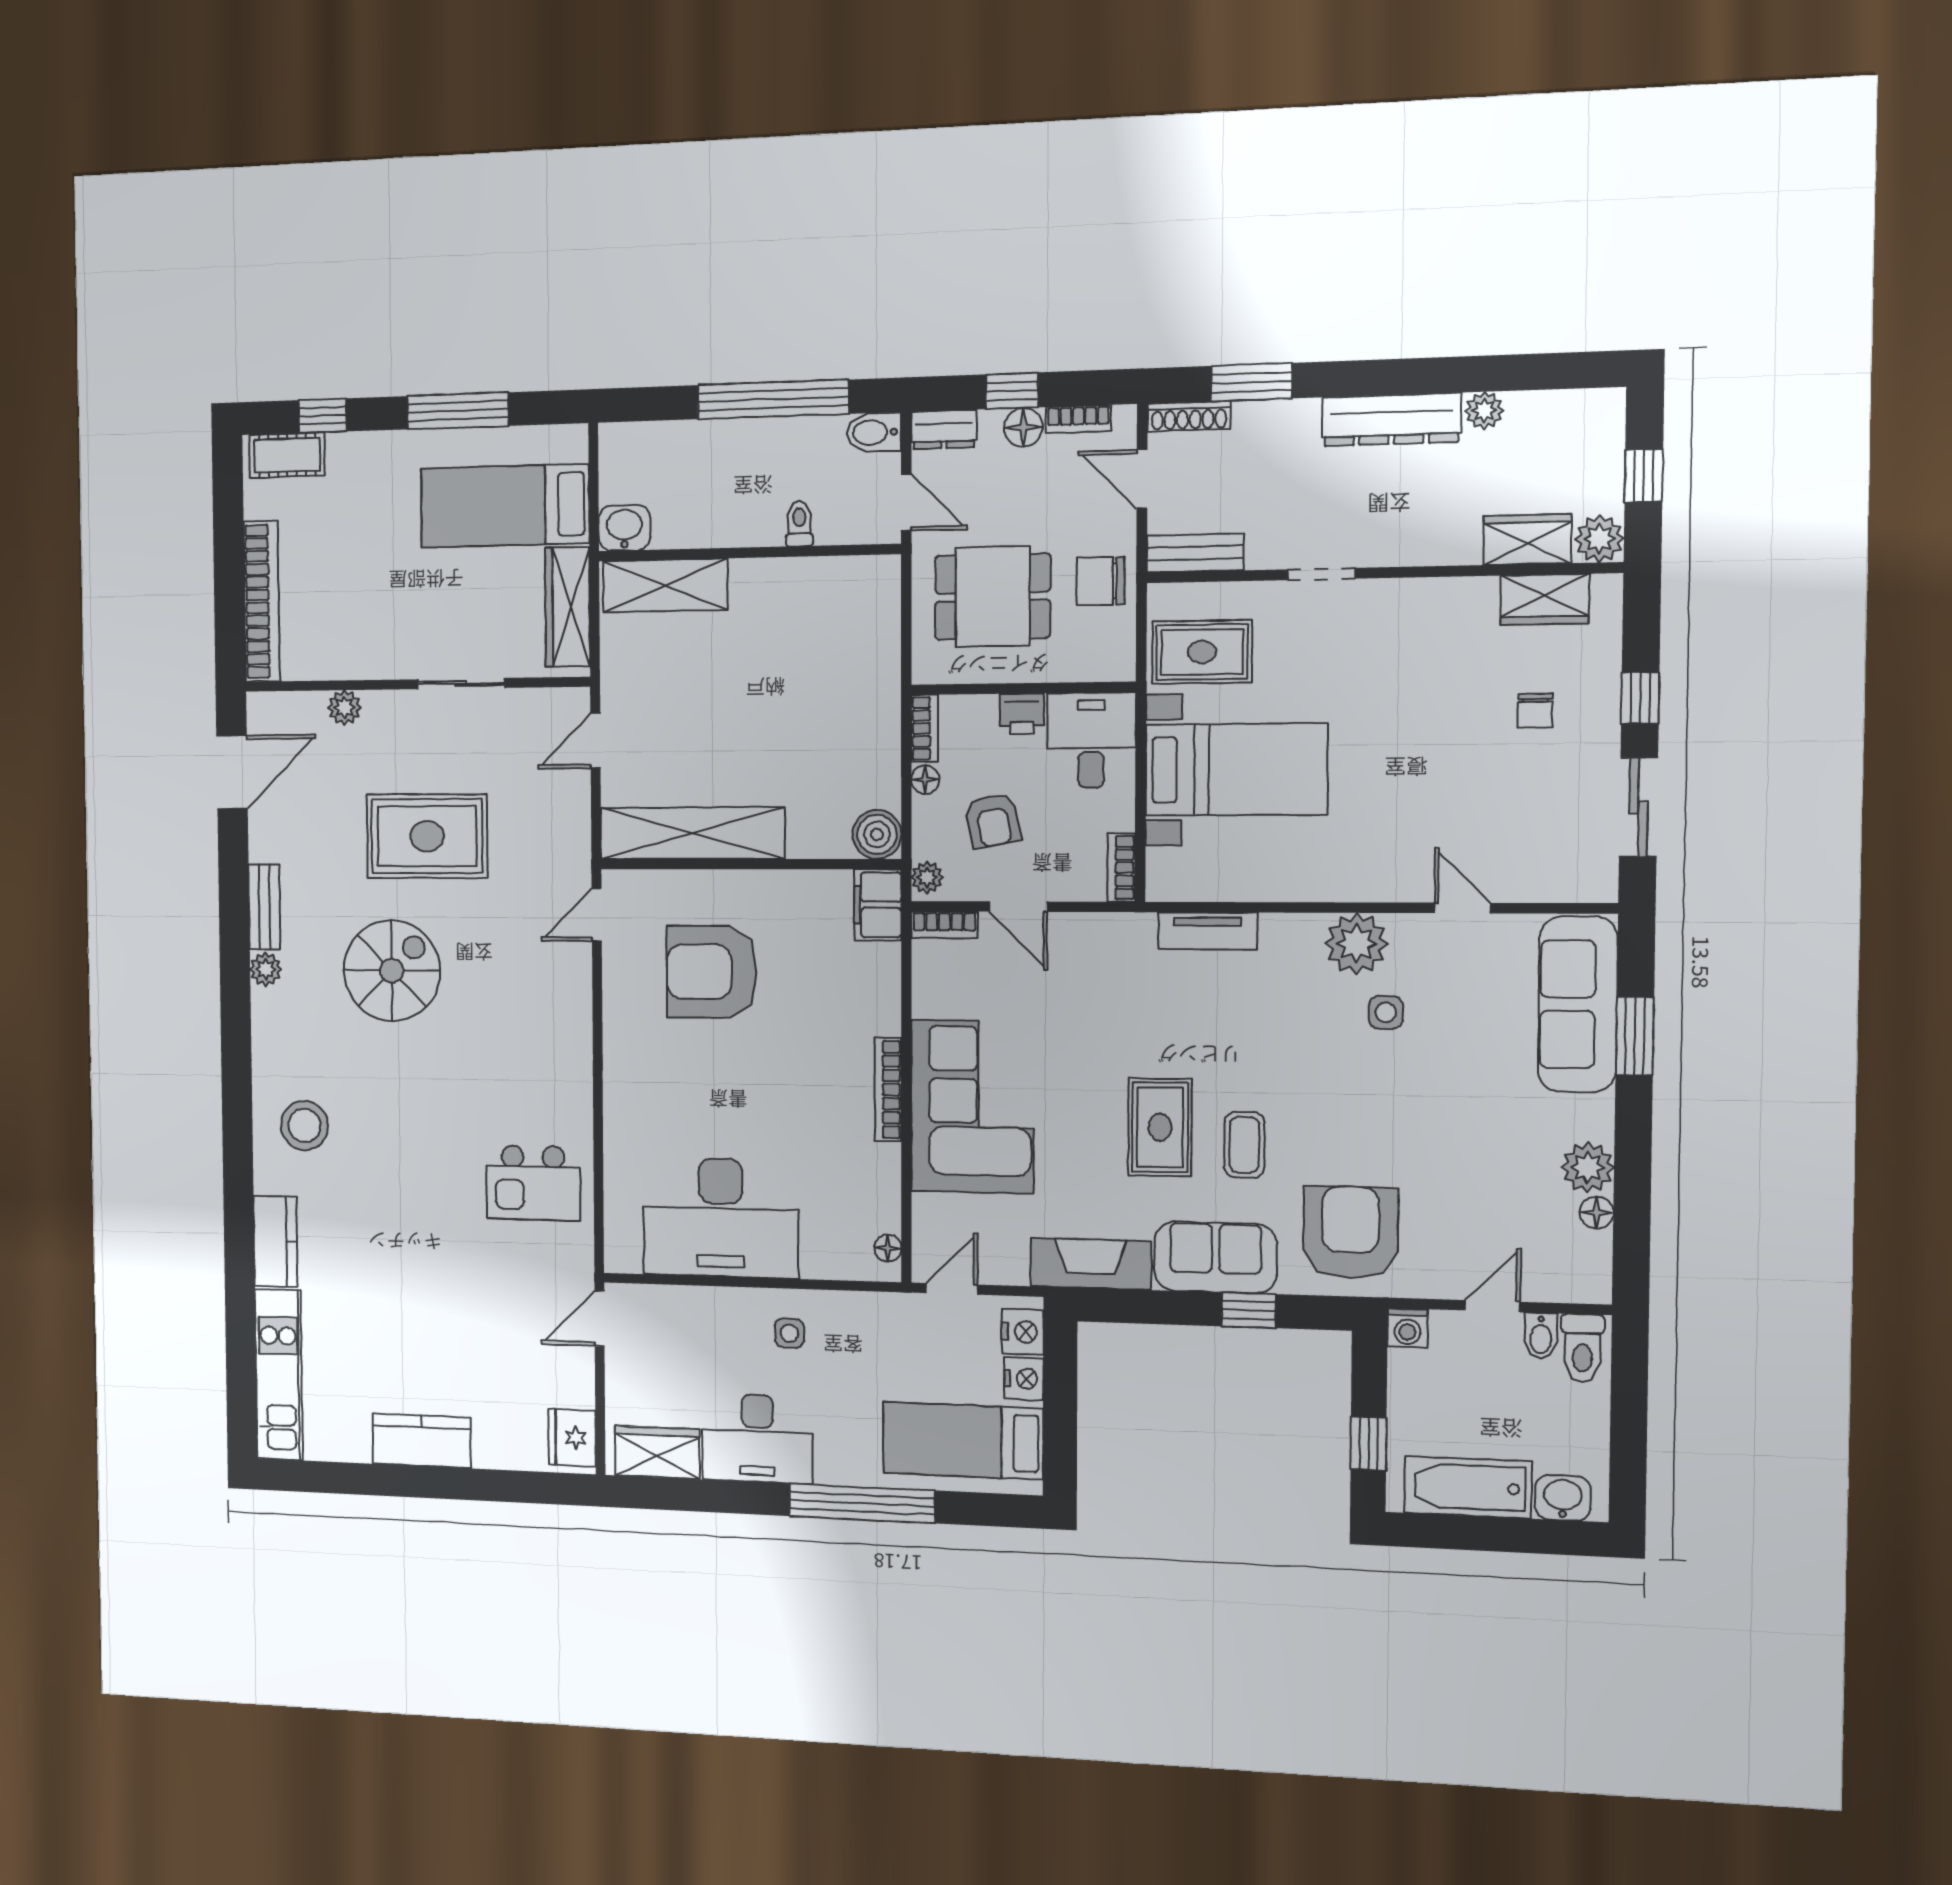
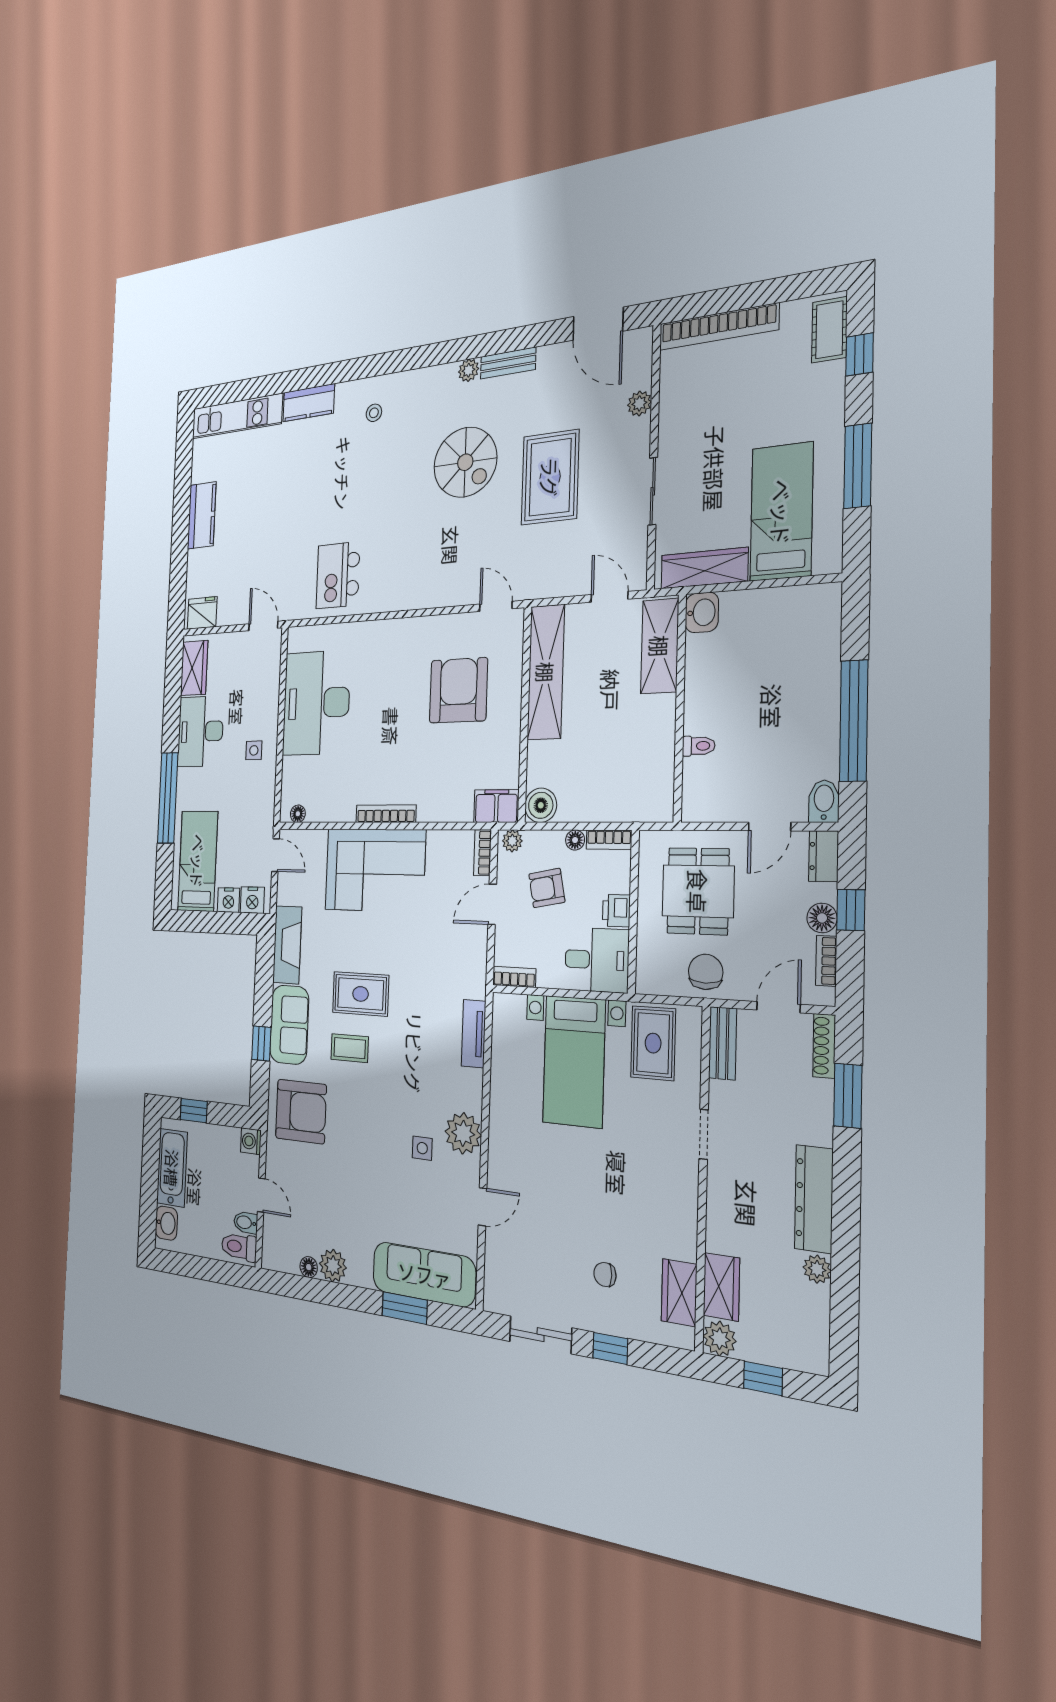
toilet: (799, 524) -> (699, 746), moved
washbasin: (624, 528) -> (702, 612), moved
wall: (748, 553) -> (680, 708), moved
shelving: (665, 585) -> (660, 646), moved
stool: (304, 1125) -> (374, 413), width x0.53, depth x0.53

